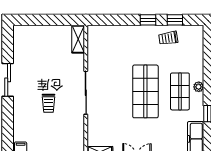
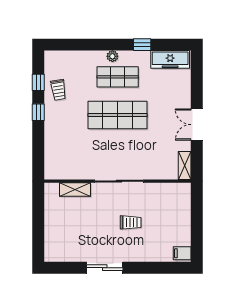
shelving: (78, 39) -> (75, 190), moved

